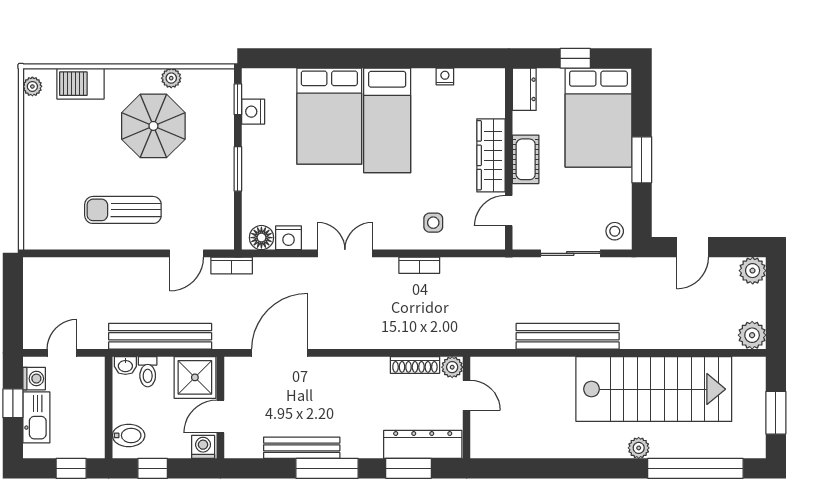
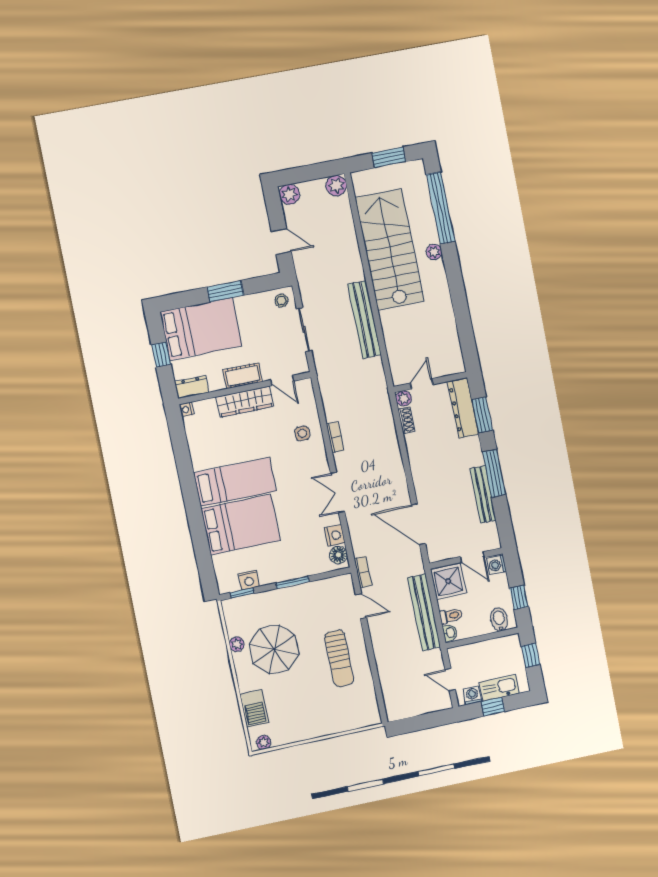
nightstand: (445, 77) -> (187, 409), moved
shoe rack: (415, 365) -> (406, 420), width x0.70

